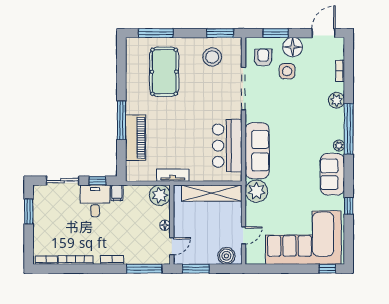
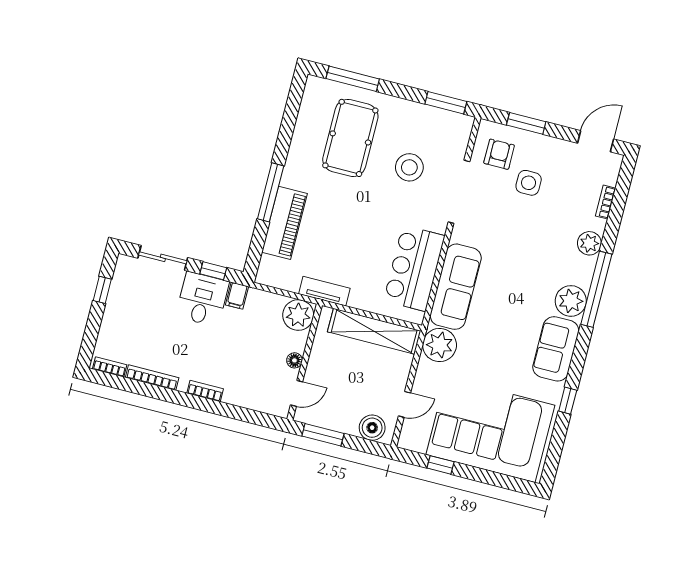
floor lamp: (293, 47) -> (546, 150), removed
stool: (212, 57) -> (409, 167), moved
plant: (339, 146) -> (571, 301), width x1.87, depth x1.87
window: (29, 211) -> (102, 290), width x0.67
window: (144, 269) -> (248, 416), removed
window: (327, 269) -> (441, 465), moved

